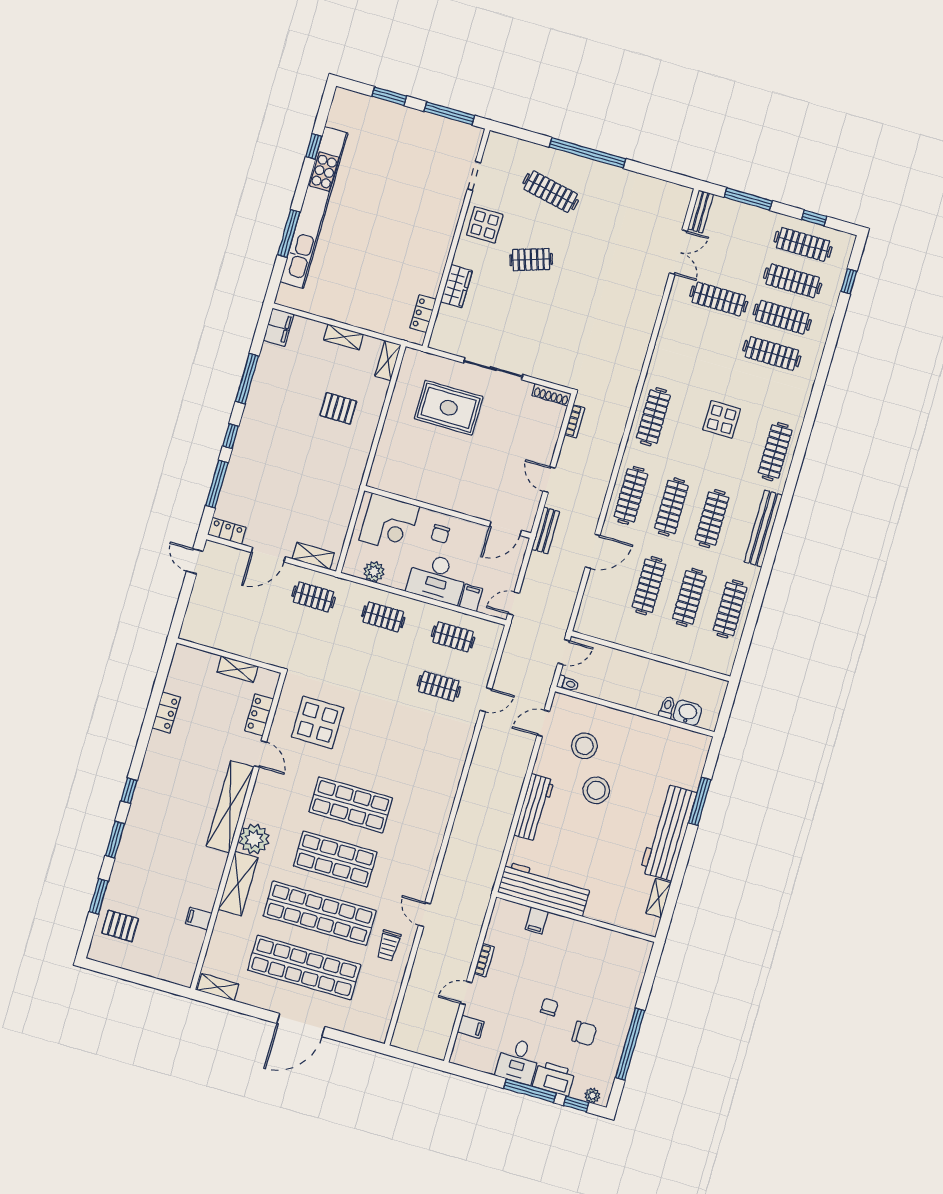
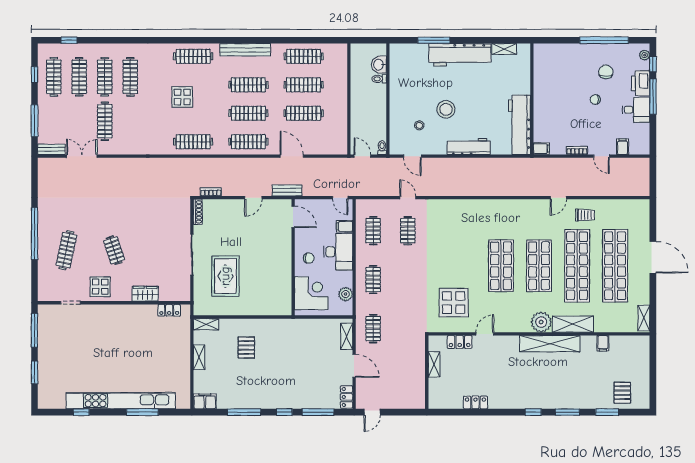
stool: (584, 746) -> (419, 125), width x0.53, depth x0.53
shelving: (230, 807) -> (550, 344), moved
filing cabinet: (537, 921) -> (541, 149), moved

